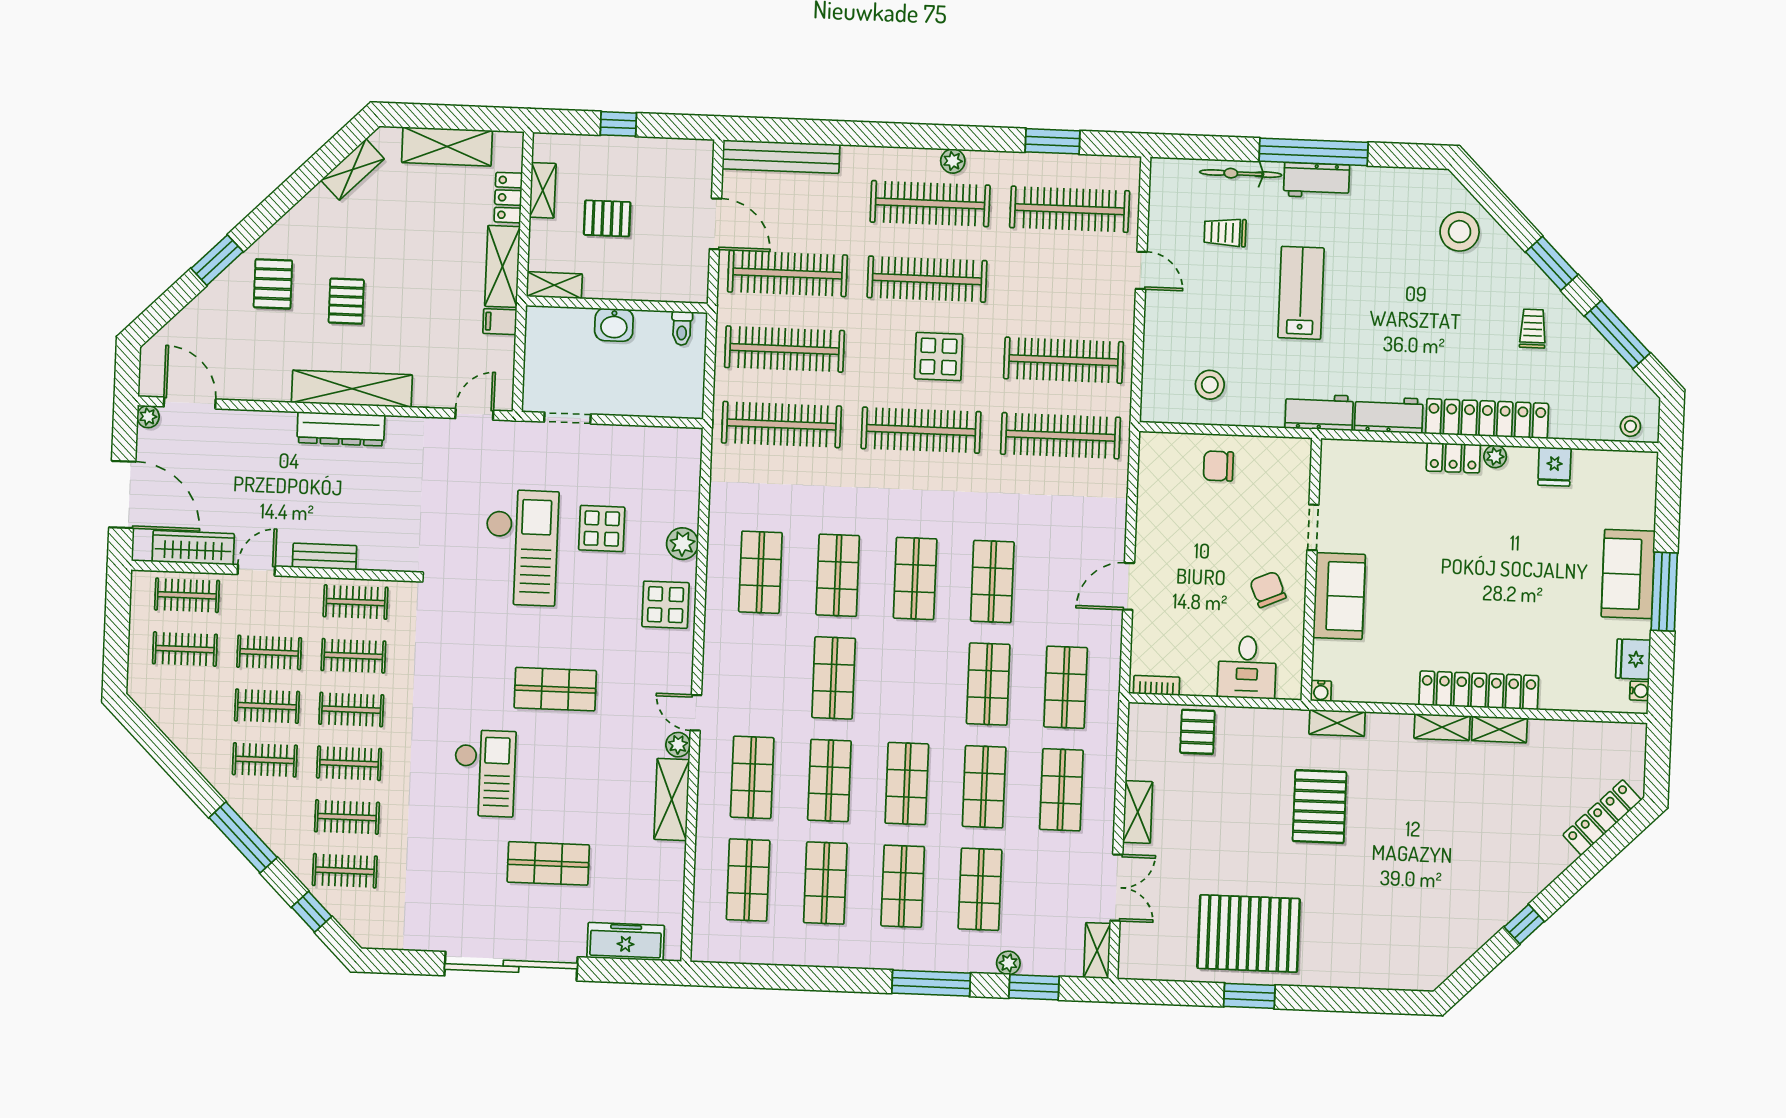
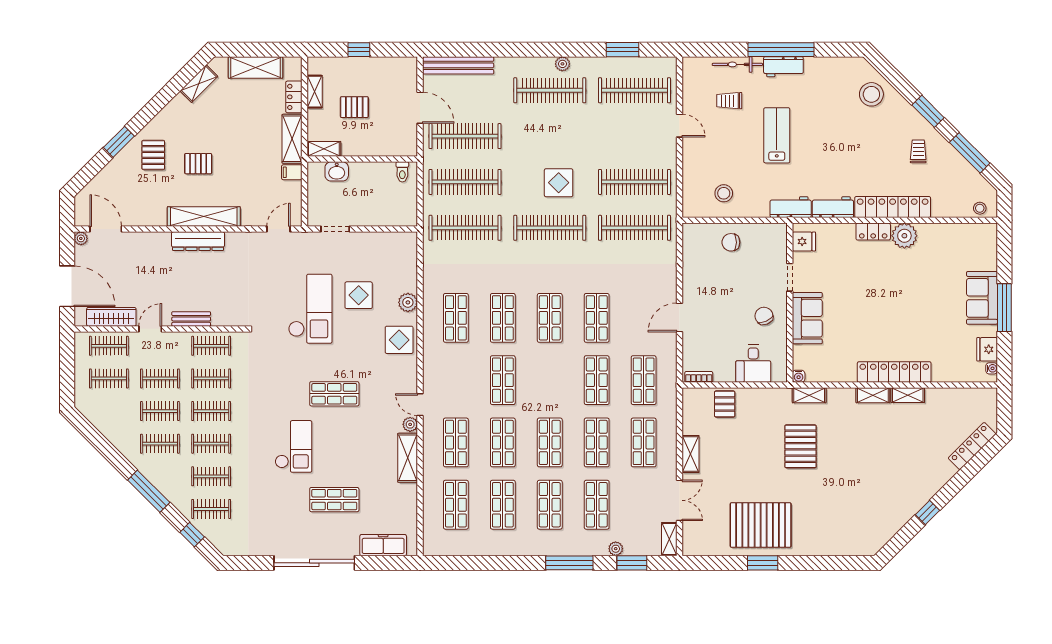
clothes rail: (927, 279) -> (550, 136), removed
pallet: (346, 301) -> (198, 164), turned 90
washbasin: (614, 325) -> (337, 171), moved
plant: (1495, 456) -> (904, 236), width x1.88, depth x1.88
fridge: (1554, 467) -> (804, 241), moved, turned -90

